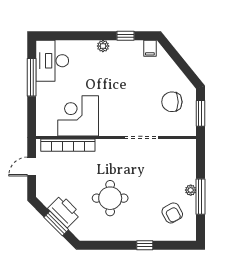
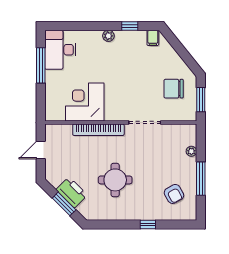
bookcase: (68, 145) -> (98, 130), moved
plant: (191, 190) -> (191, 151), moved

